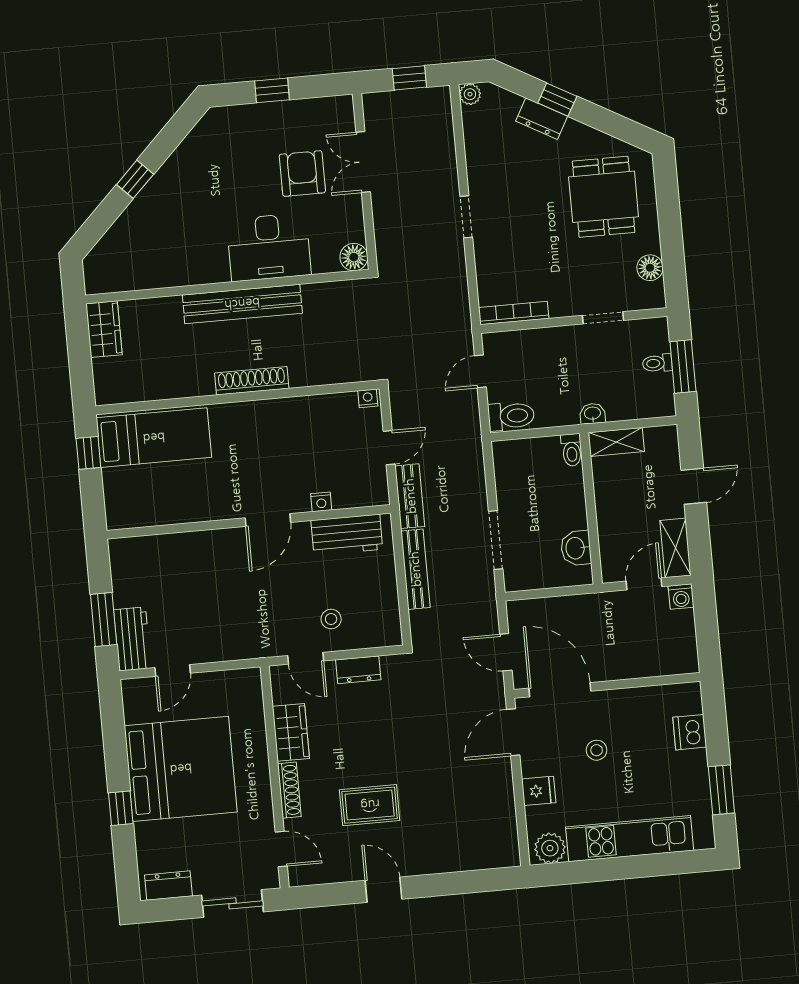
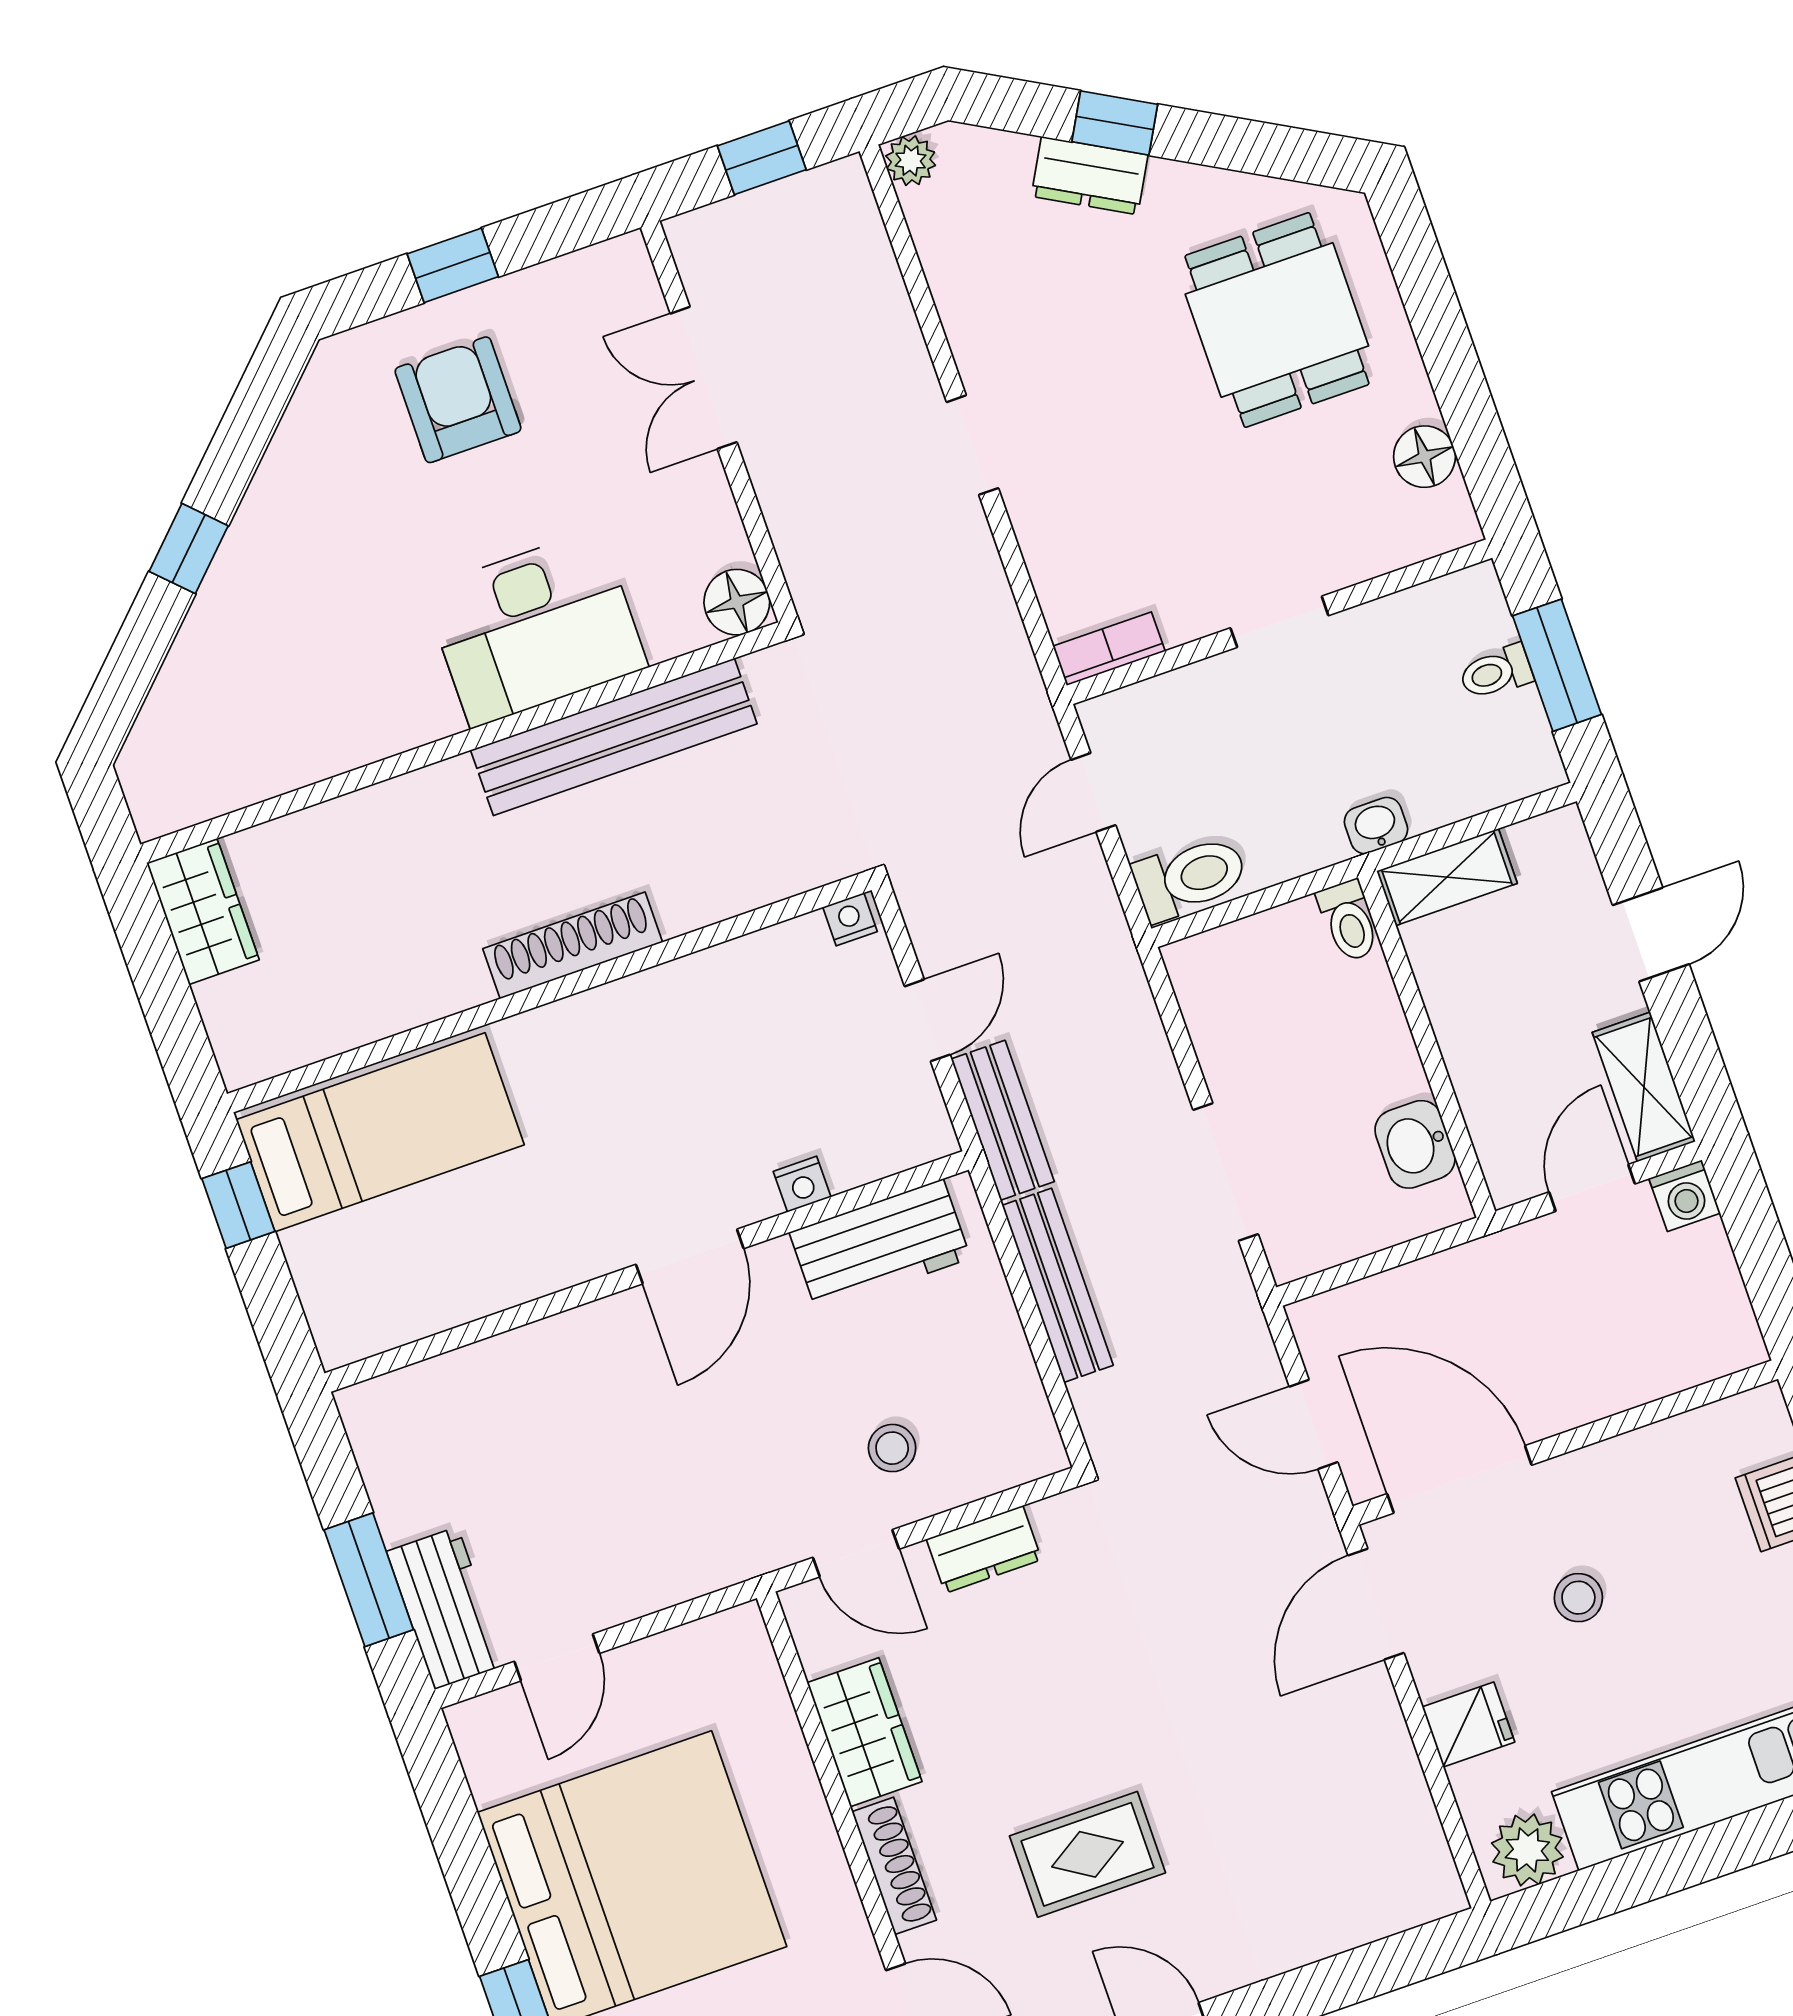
armchair: (302, 173) -> (458, 400), moved
bench: (242, 304) -> (614, 737), moved
bookcase: (514, 313) -> (1109, 649), width x0.64
doorway: (603, 318) -> (1279, 622), moved

